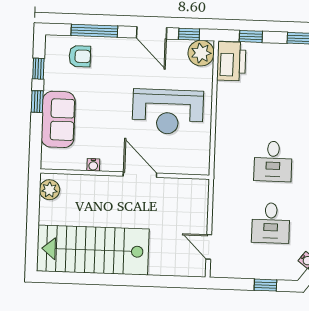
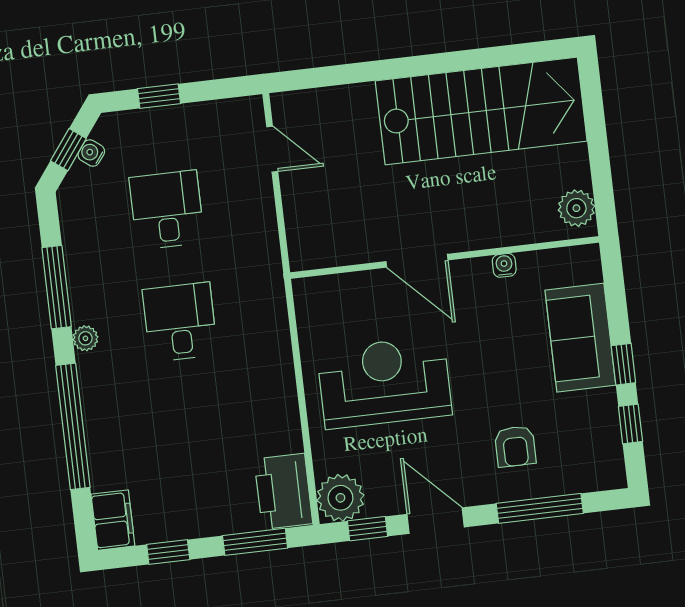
window: (251, 36) -> (255, 542), width x1.50
armchair: (80, 56) -> (515, 446), moved, turned -90

